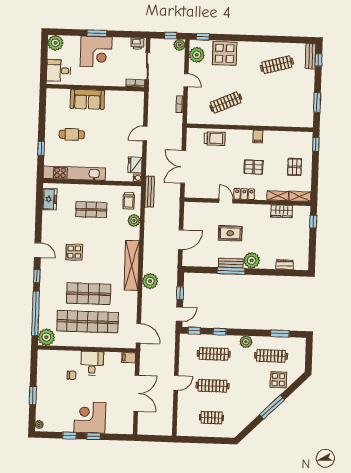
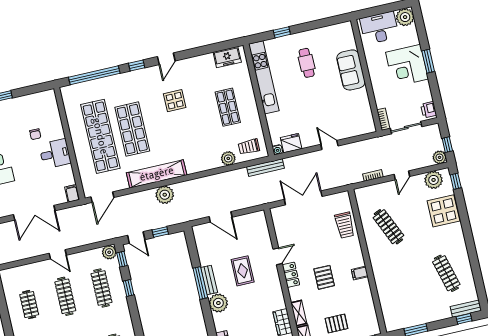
desk: (59, 71) -> (379, 28), width x1.37
shelving: (132, 265) -> (157, 174), moved
plant: (46, 337) -> (71, 94), removed
plant: (246, 342) -> (109, 252), moved

